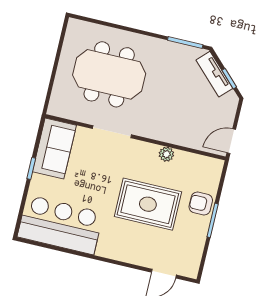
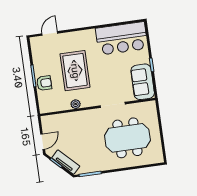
door: (231, 141) -> (43, 142), moved
rug: (148, 204) -> (75, 71), turned 90

